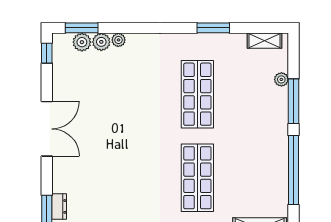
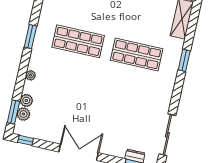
window: (213, 28) -> (30, 37), moved
plant: (118, 40) -> (31, 75), moved

